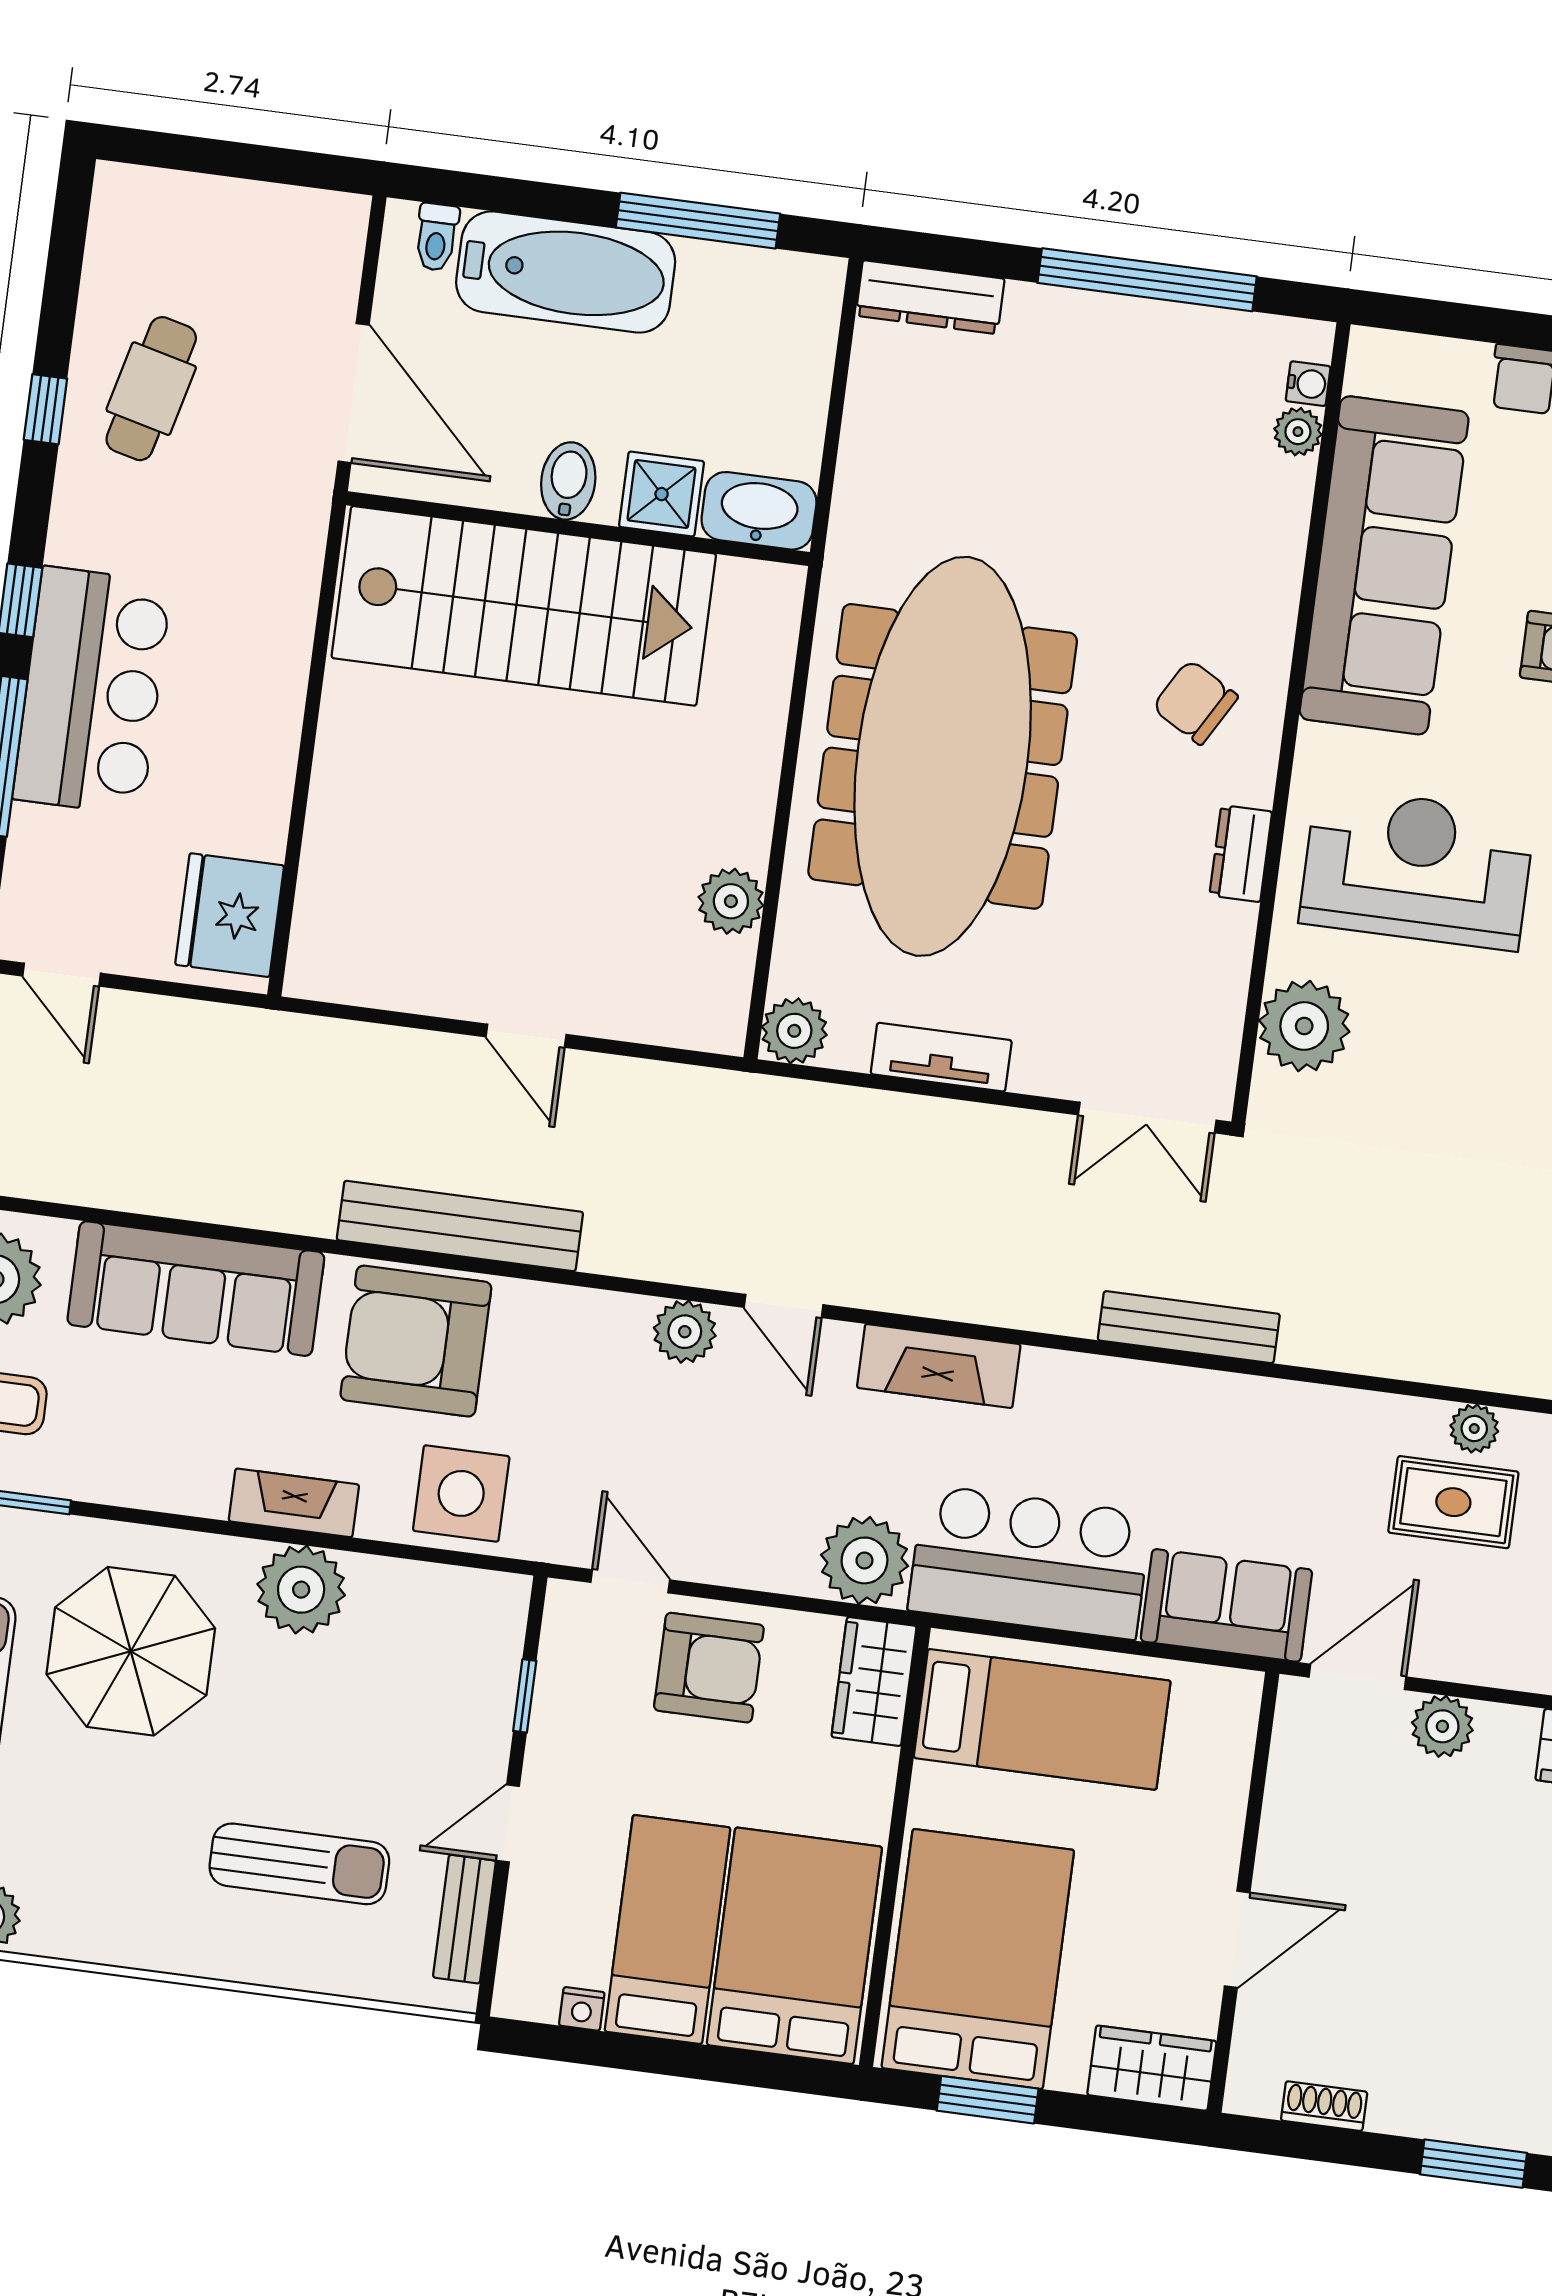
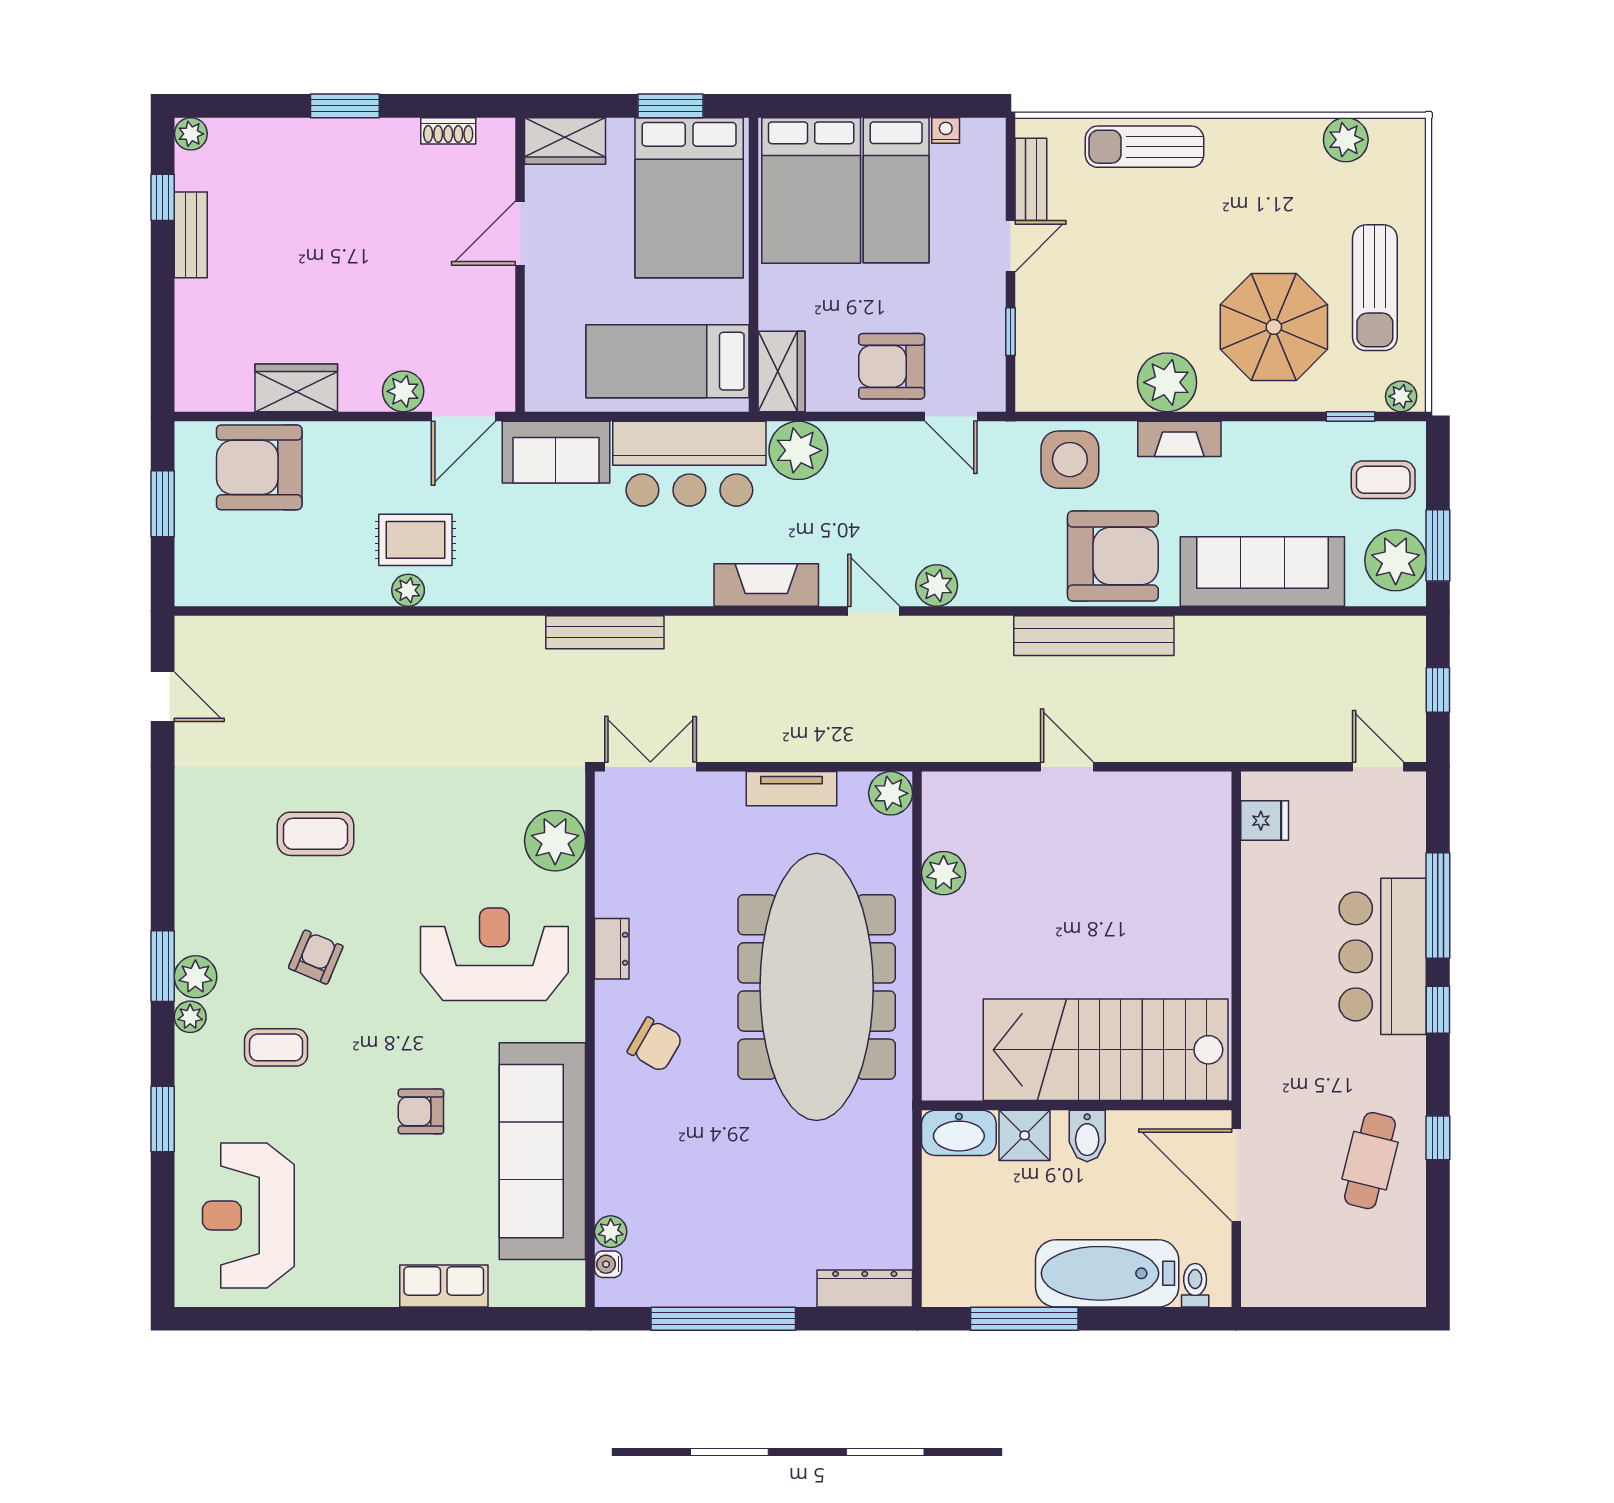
reception desk: (1417, 868) -> (494, 954), turned 180
fridge: (230, 915) -> (1265, 821), width x0.53, depth x0.75
sun lounger: (299, 1864) -> (1145, 147), moved

